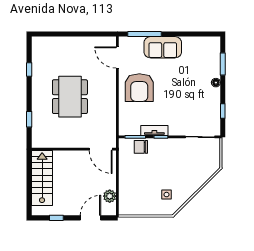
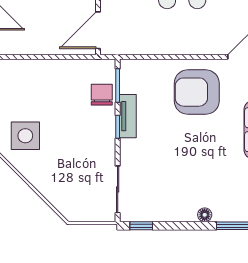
window: (223, 111) -> (141, 226), moved
side table: (167, 195) -> (25, 136), width x1.87, depth x1.87
plant: (110, 196) -> (23, 45), removed

